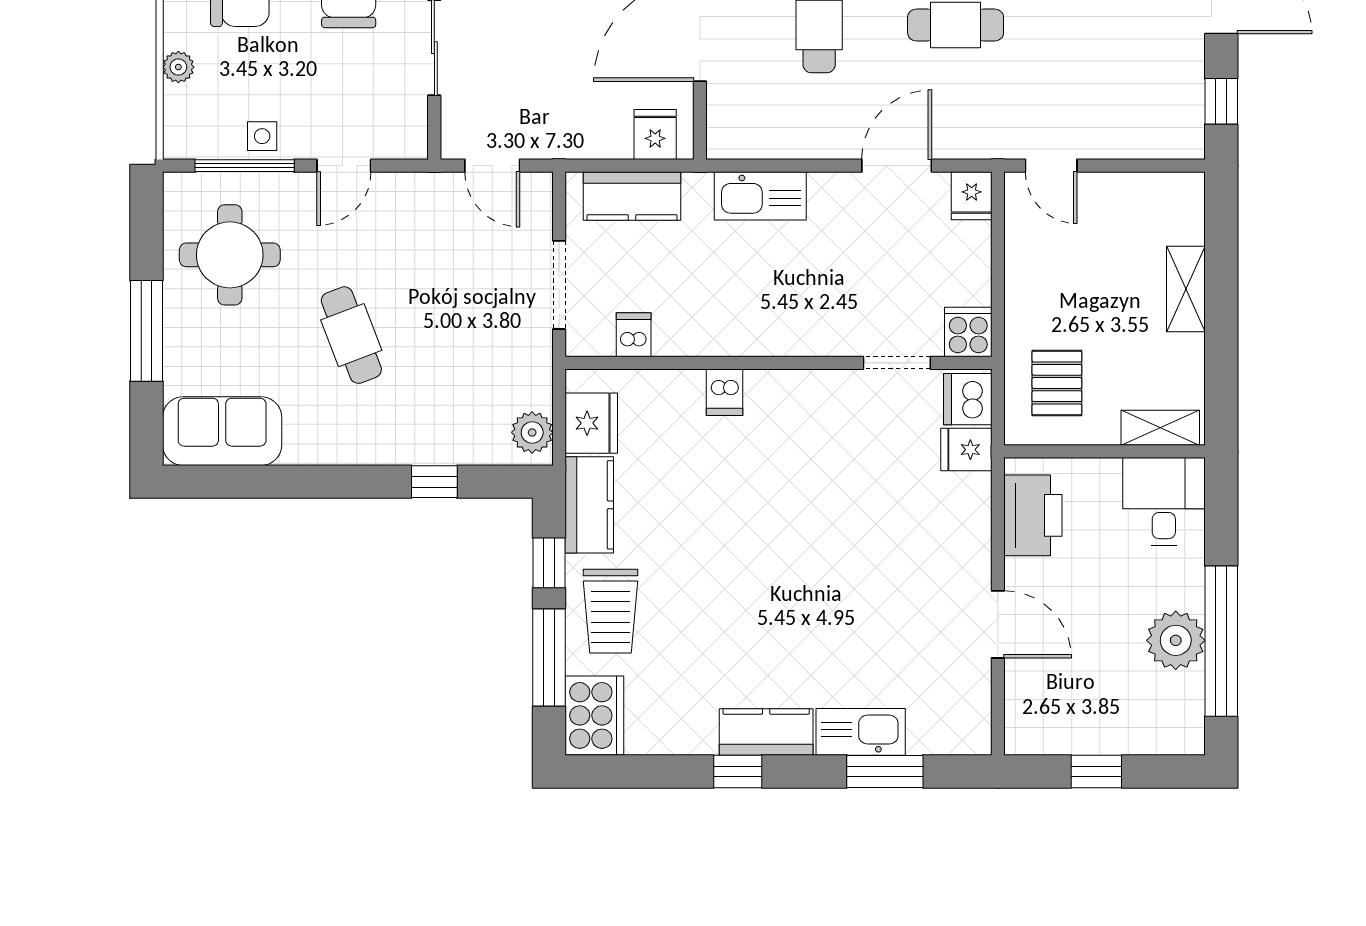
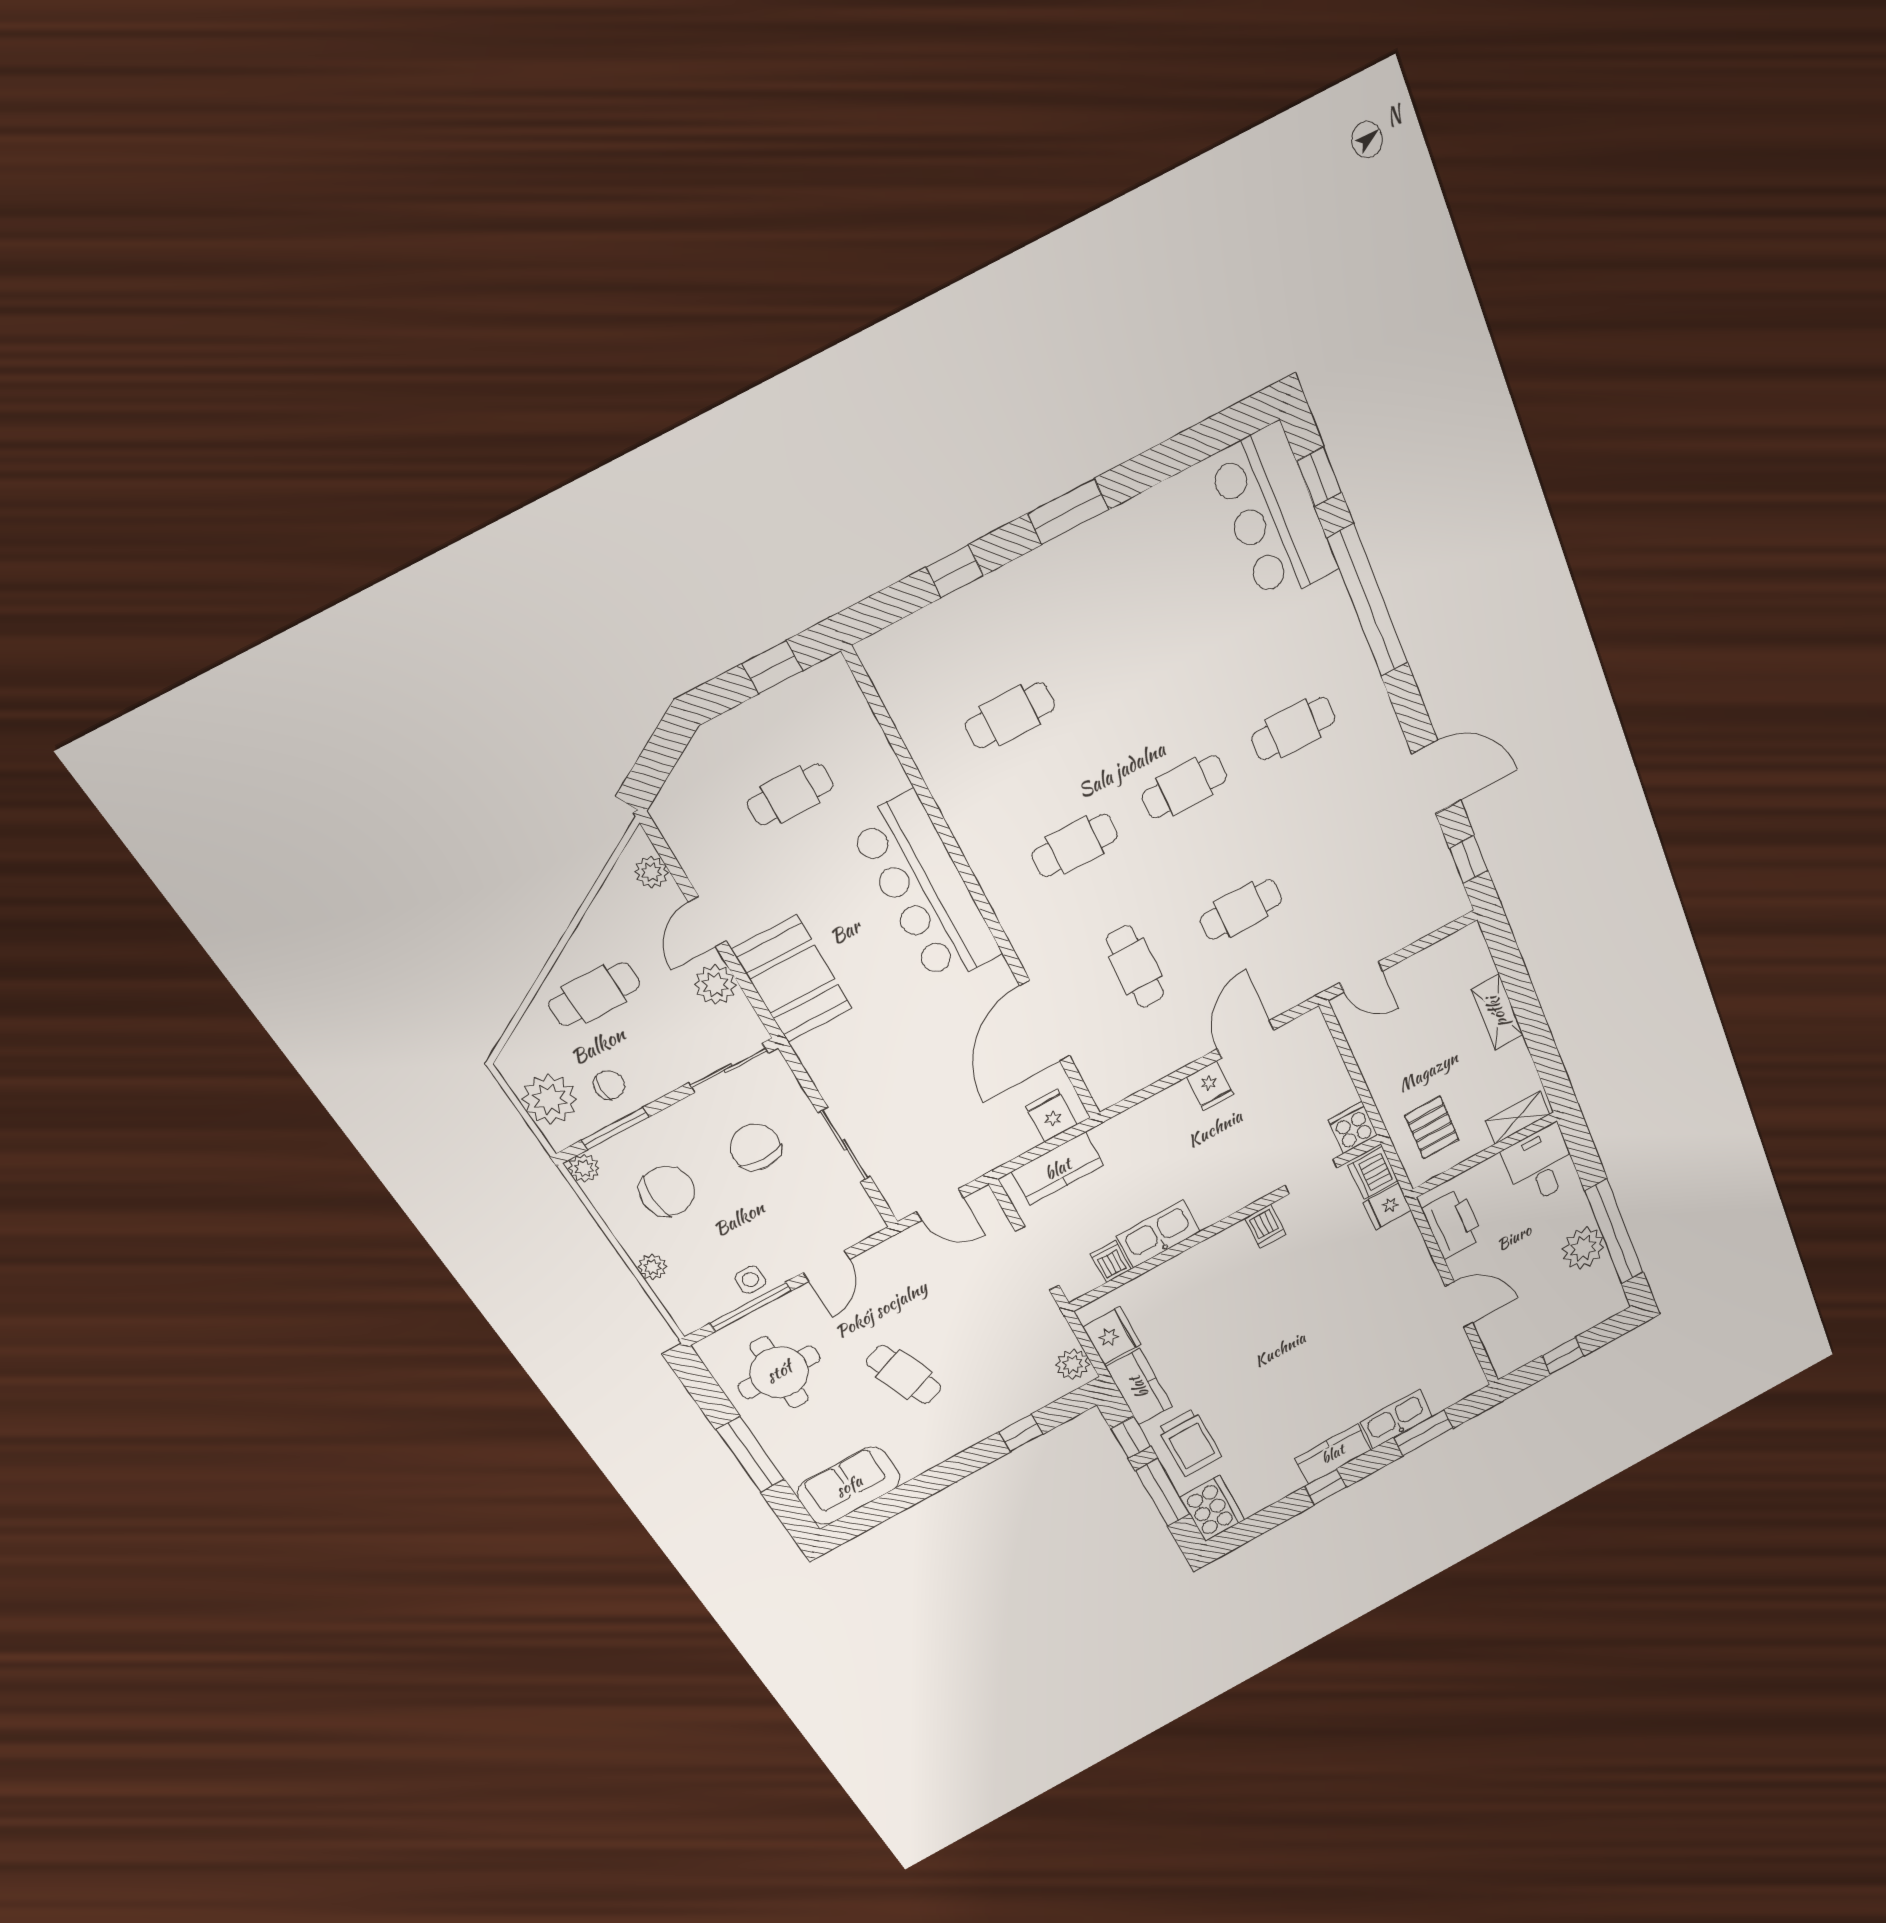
kitchen sink: (760, 196) -> (1158, 1234), moved, turned 180
fridge: (972, 196) -> (1210, 1086), moved
dishwasher: (724, 392) -> (1265, 1226), moved

